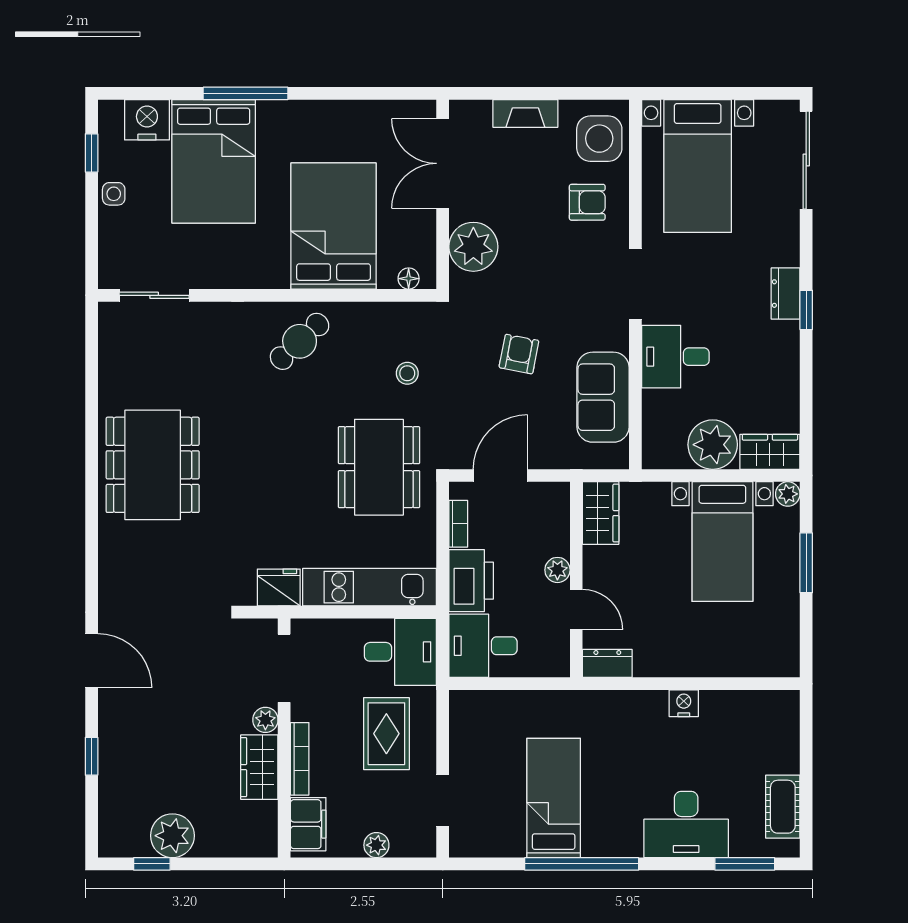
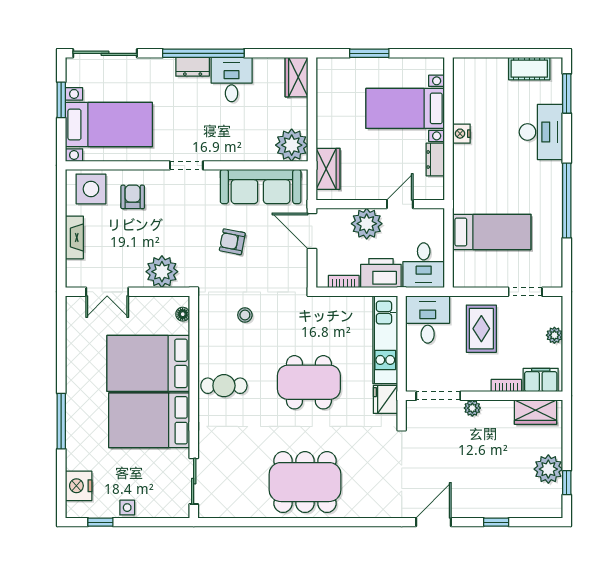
window: (735, 93) -> (61, 100), added
bed: (214, 161) -> (149, 420), moved, turned 180
double door: (443, 163) -> (107, 292), width x0.73
doorway: (635, 284) -> (186, 165), width x0.73
window: (806, 310) -> (203, 53), width x3.17
cafe table: (300, 341) -> (224, 386), turned -47
desk: (675, 357) -> (232, 80), moved, turned 180
sofa: (603, 397) -> (261, 187), width x1.36
plant: (713, 445) -> (292, 145), moved
dining table: (379, 467) -> (309, 382), moved
door: (500, 475) -> (312, 231), moved
plant: (788, 494) -> (324, 65), removed
wardrobe: (601, 513) -> (328, 169), moved, turned 90
bed with nightstands: (722, 542) -> (405, 108), moved, turned 180
plant: (557, 570) -> (367, 224), width x1.87, depth x1.87
dresser: (607, 663) -> (435, 160), moved
rug: (386, 734) -> (481, 329), turned 90
bookcase: (300, 759) -> (506, 386), width x0.64
wardrobe: (259, 767) -> (536, 412), moved
bed: (554, 798) -> (492, 232), moved, turned 180

